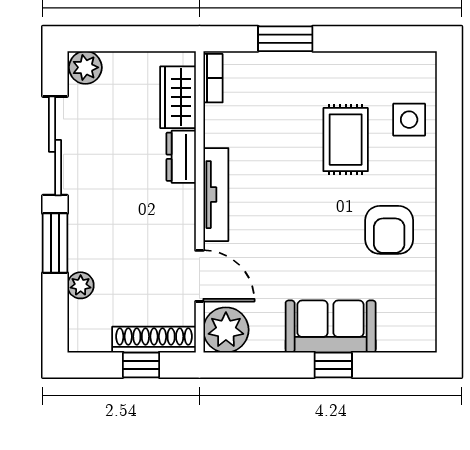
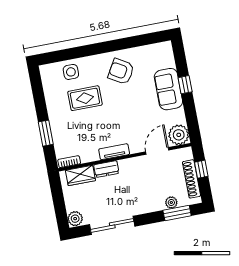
tv unit: (216, 195) -> (114, 152), width x0.71
armchair: (389, 230) -> (121, 71), turned -149
window: (55, 243) -> (177, 213), moved
shoe rack: (154, 340) -> (192, 179), moved

